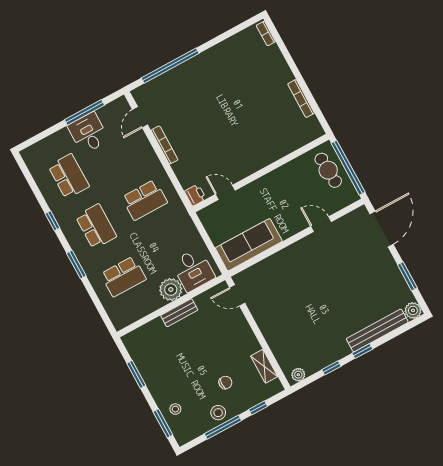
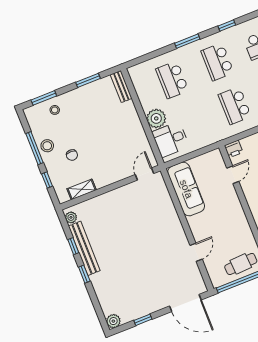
school desk: (96, 226) -> (217, 62), turned 90
window: (407, 276) -> (143, 320), width x0.67
bench: (179, 313) -> (121, 87), moved
bench: (377, 330) -> (84, 248), moved

